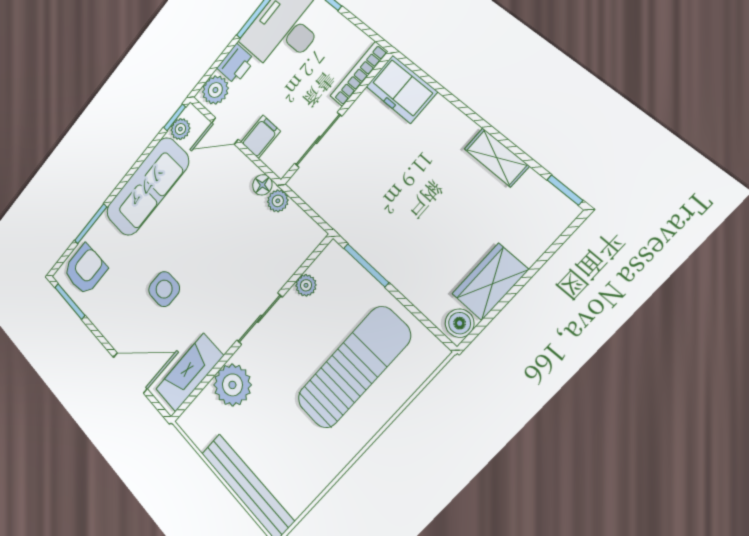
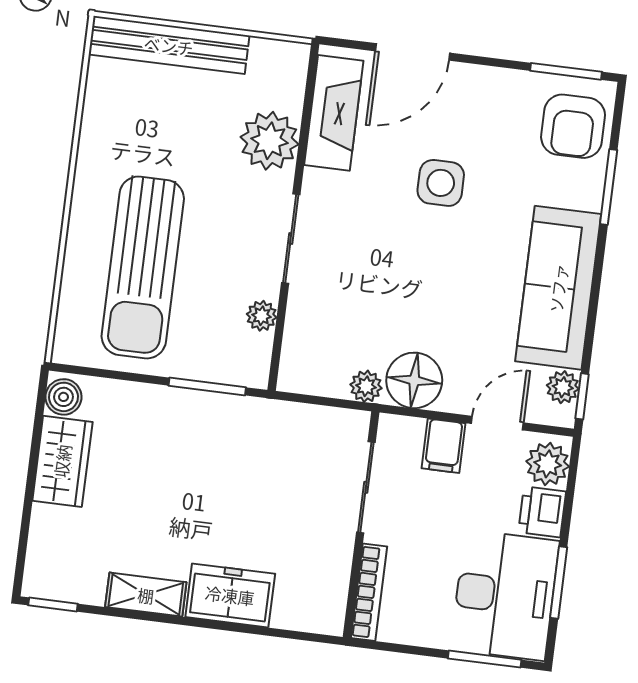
freezer: (401, 89) -> (230, 595), moved
floor lamp: (262, 185) -> (414, 380), width x1.89, depth x1.89

